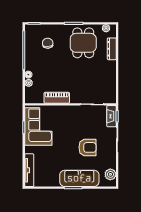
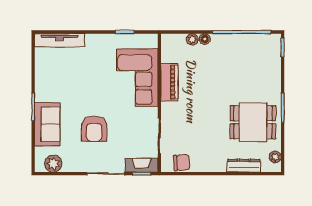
chair: (48, 43) -> (182, 163), moved
corner sofa: (38, 127) -> (137, 78), moved, turned 90
sofa: (79, 178) -> (47, 124), width x0.73

